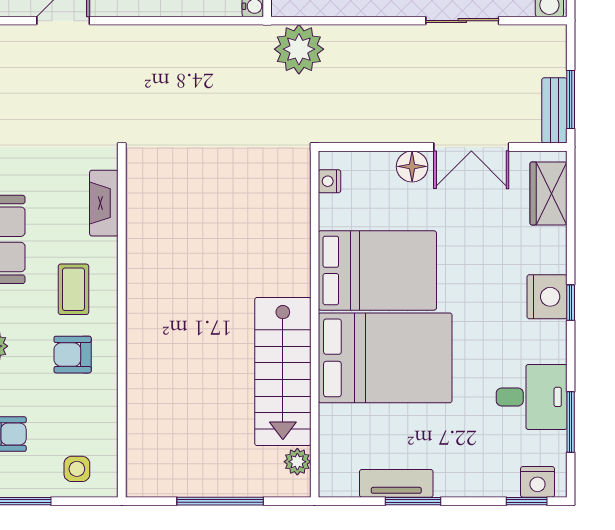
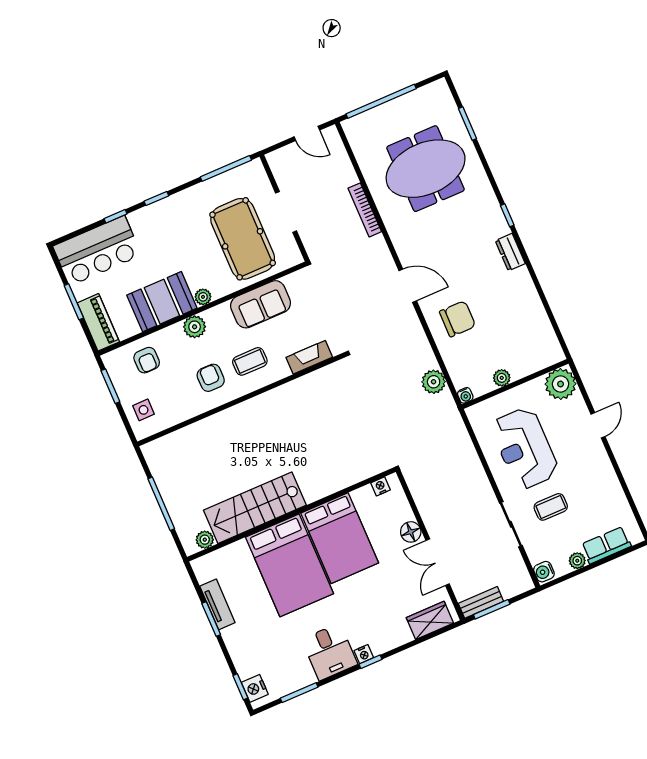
plant: (299, 49) -> (434, 382), moved, width x0.73, depth x0.73
nightstand: (547, 297) -> (364, 654), width x0.53, depth x0.56
desk: (532, 397) -> (329, 652), moved

